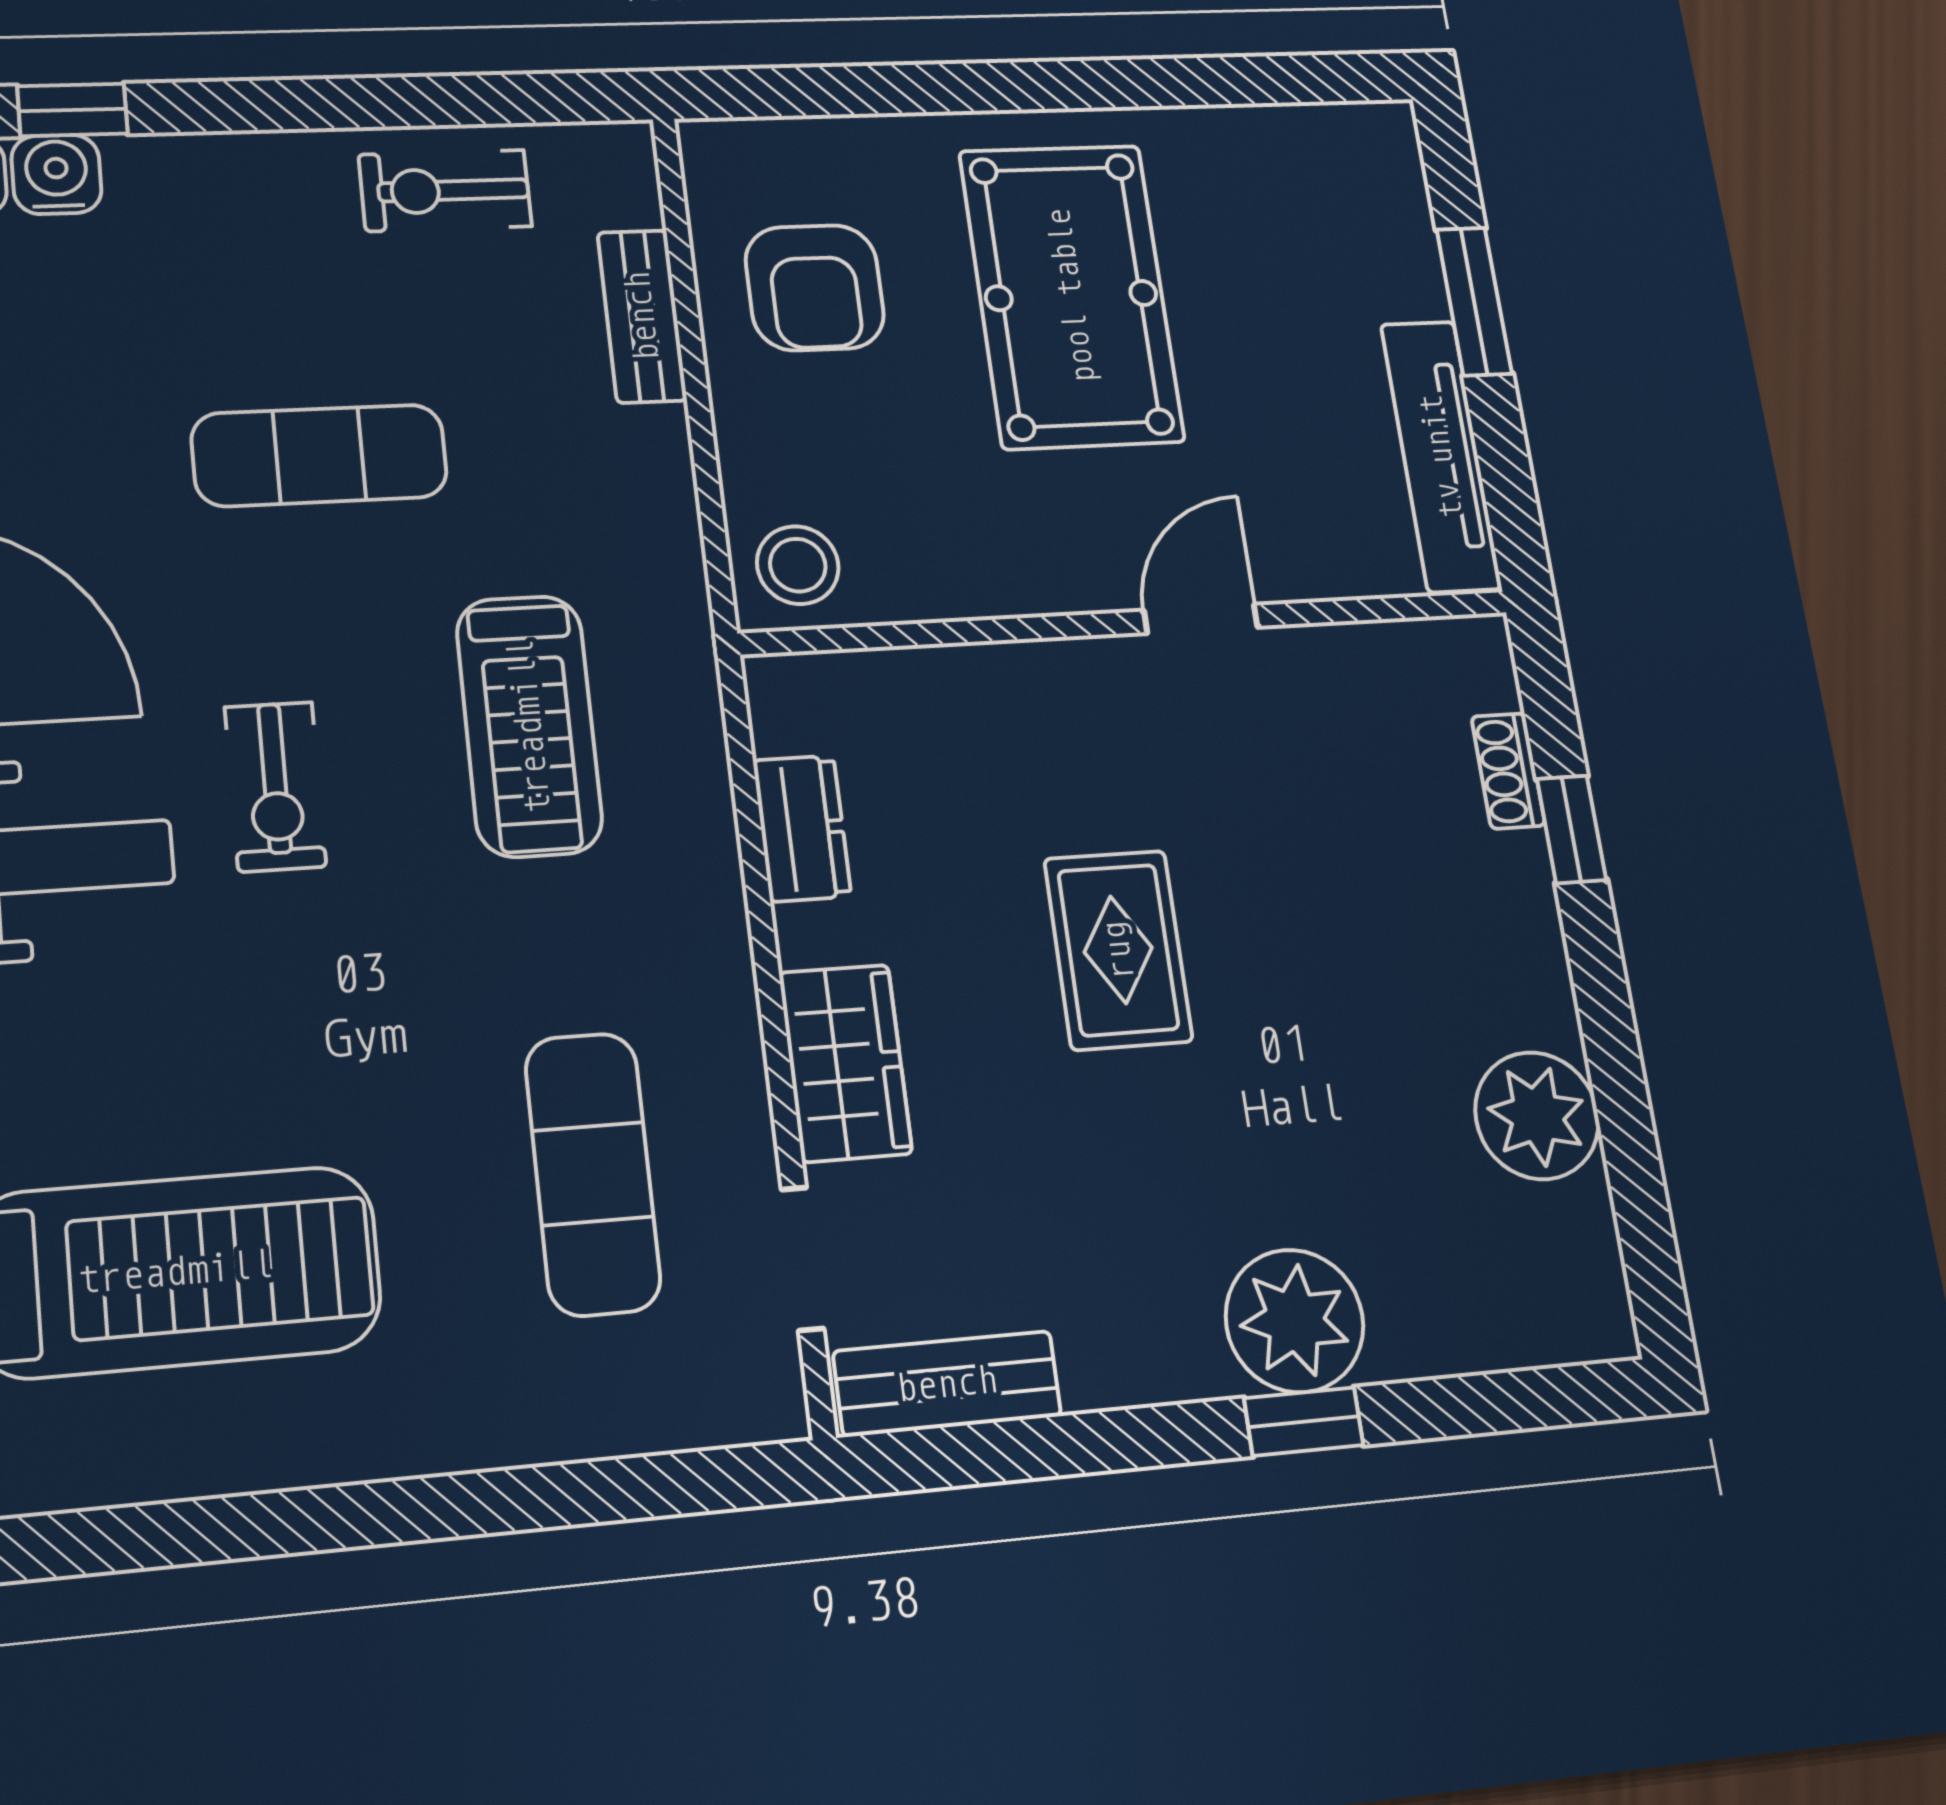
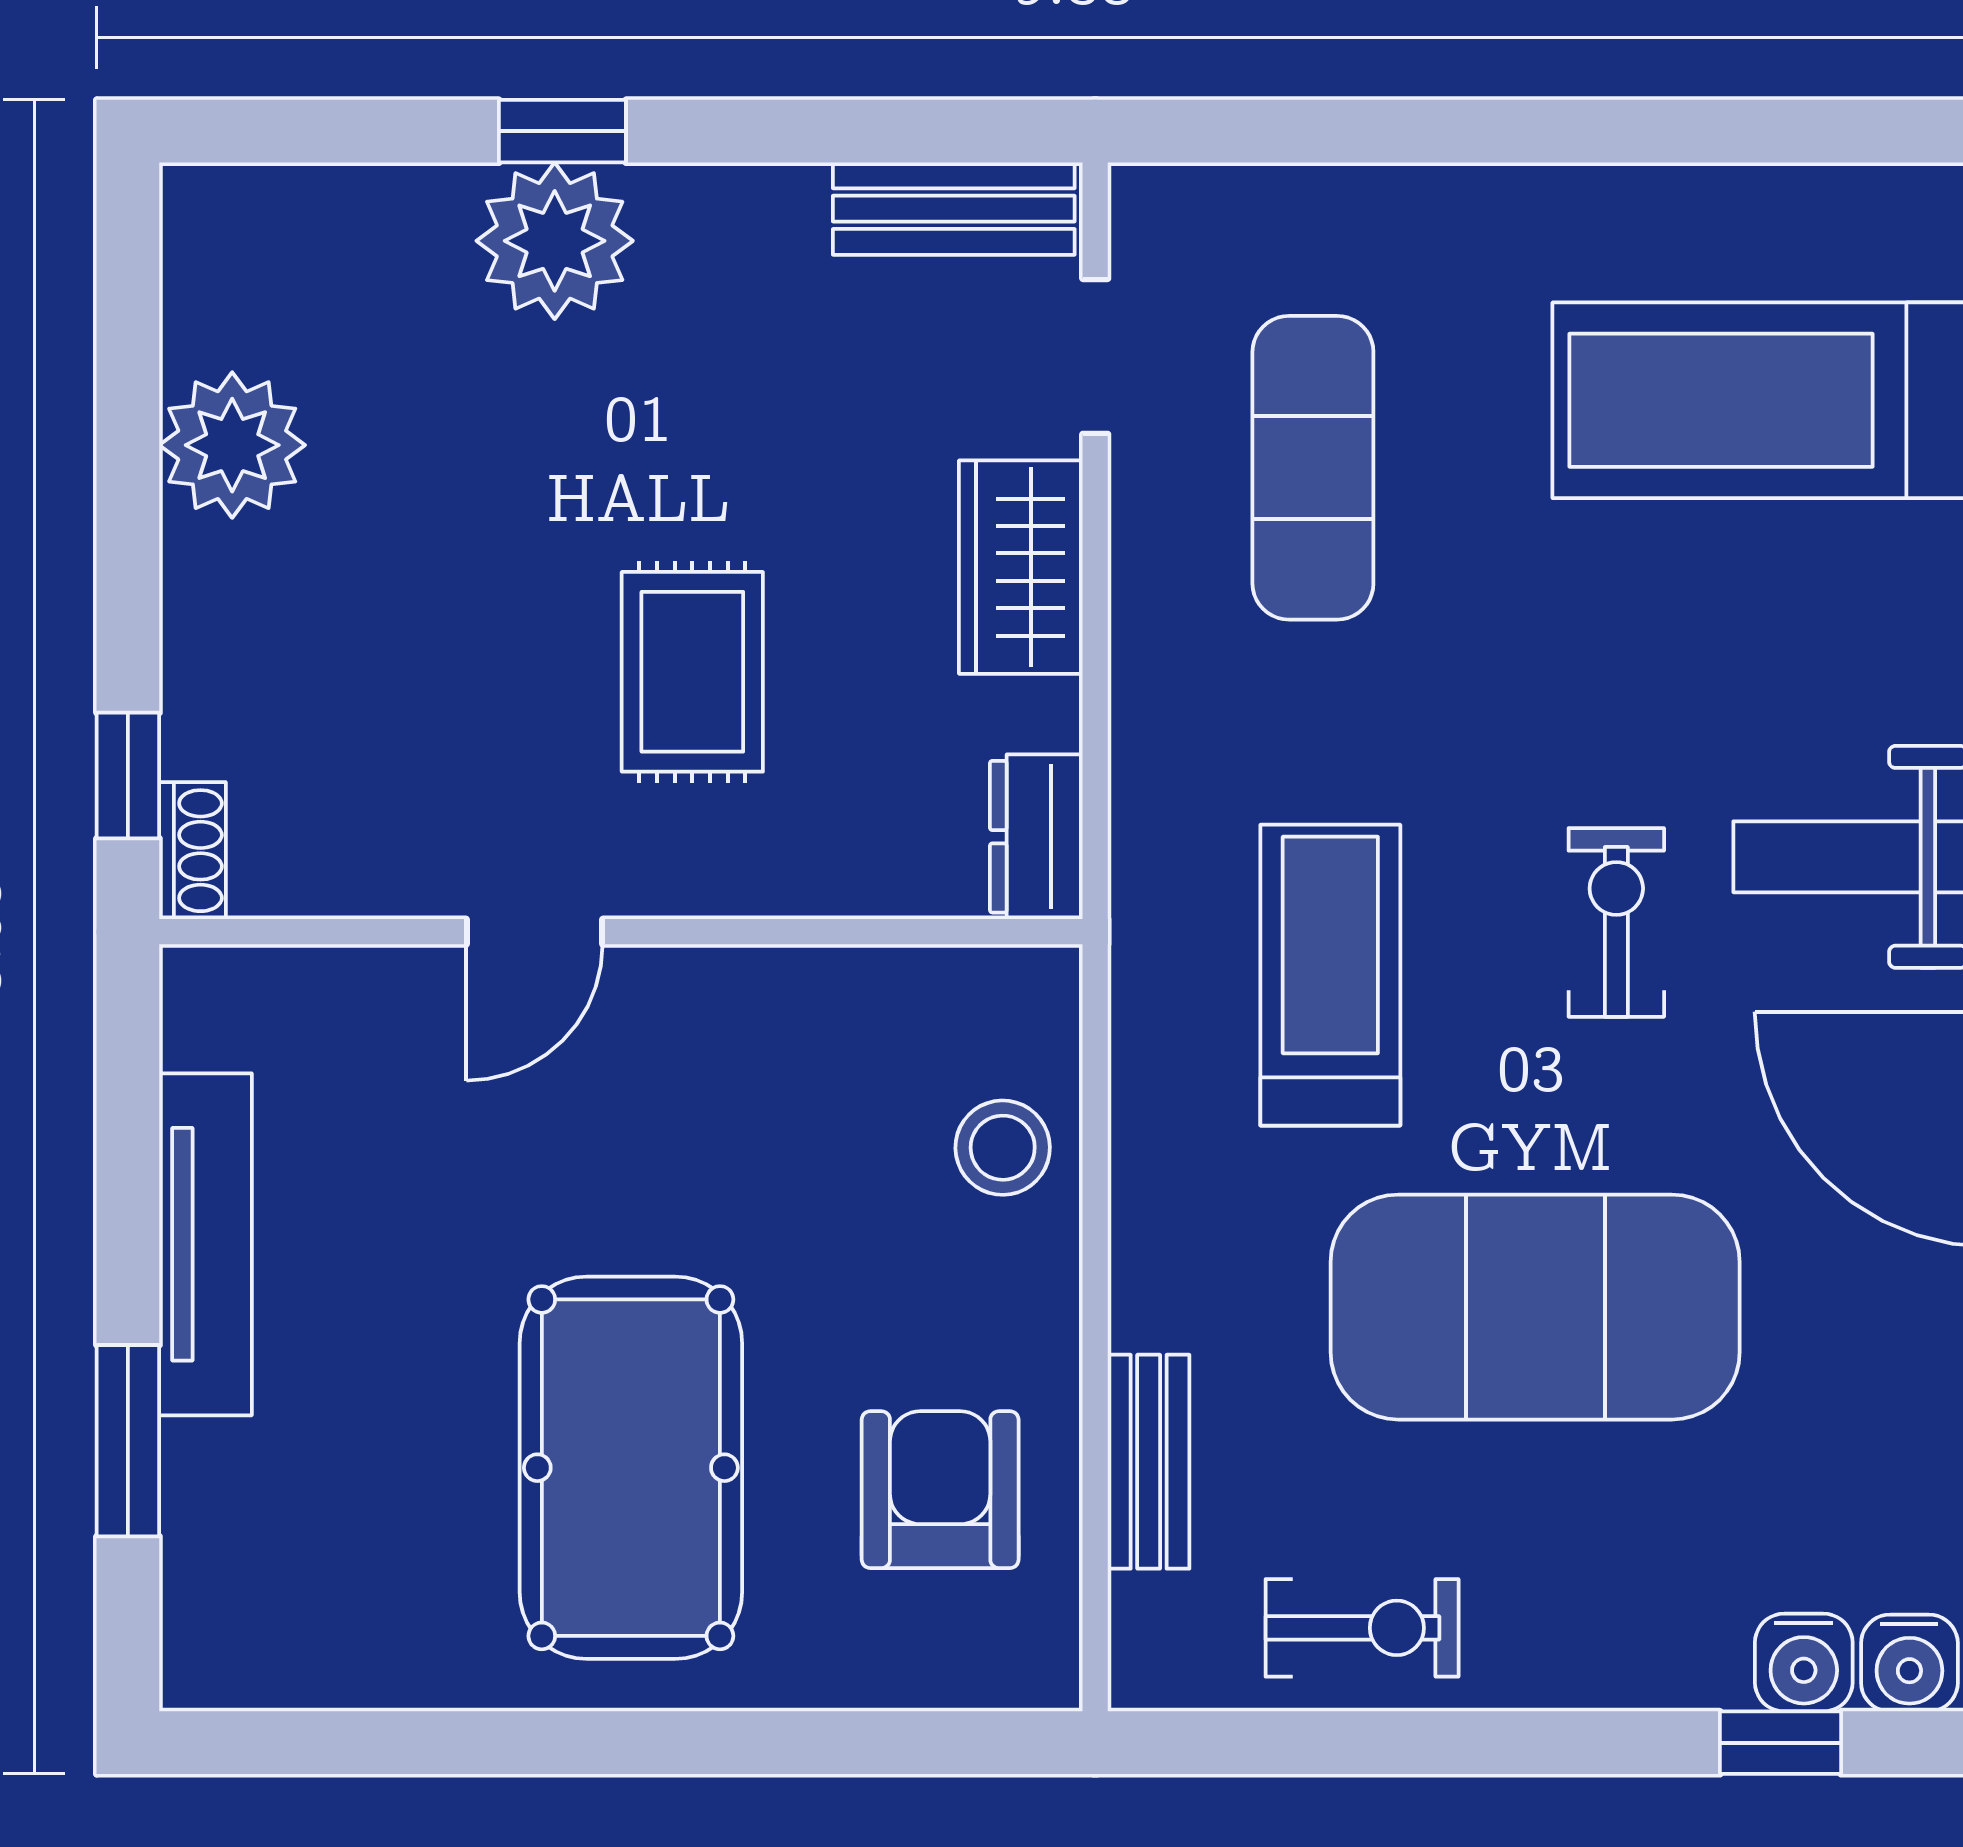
exercise mat: (319, 455) -> (1535, 1307), width x2.00, depth x1.45
door: (1201, 619) -> (535, 932), moved
wall: (1129, 623) -> (621, 932), moved

